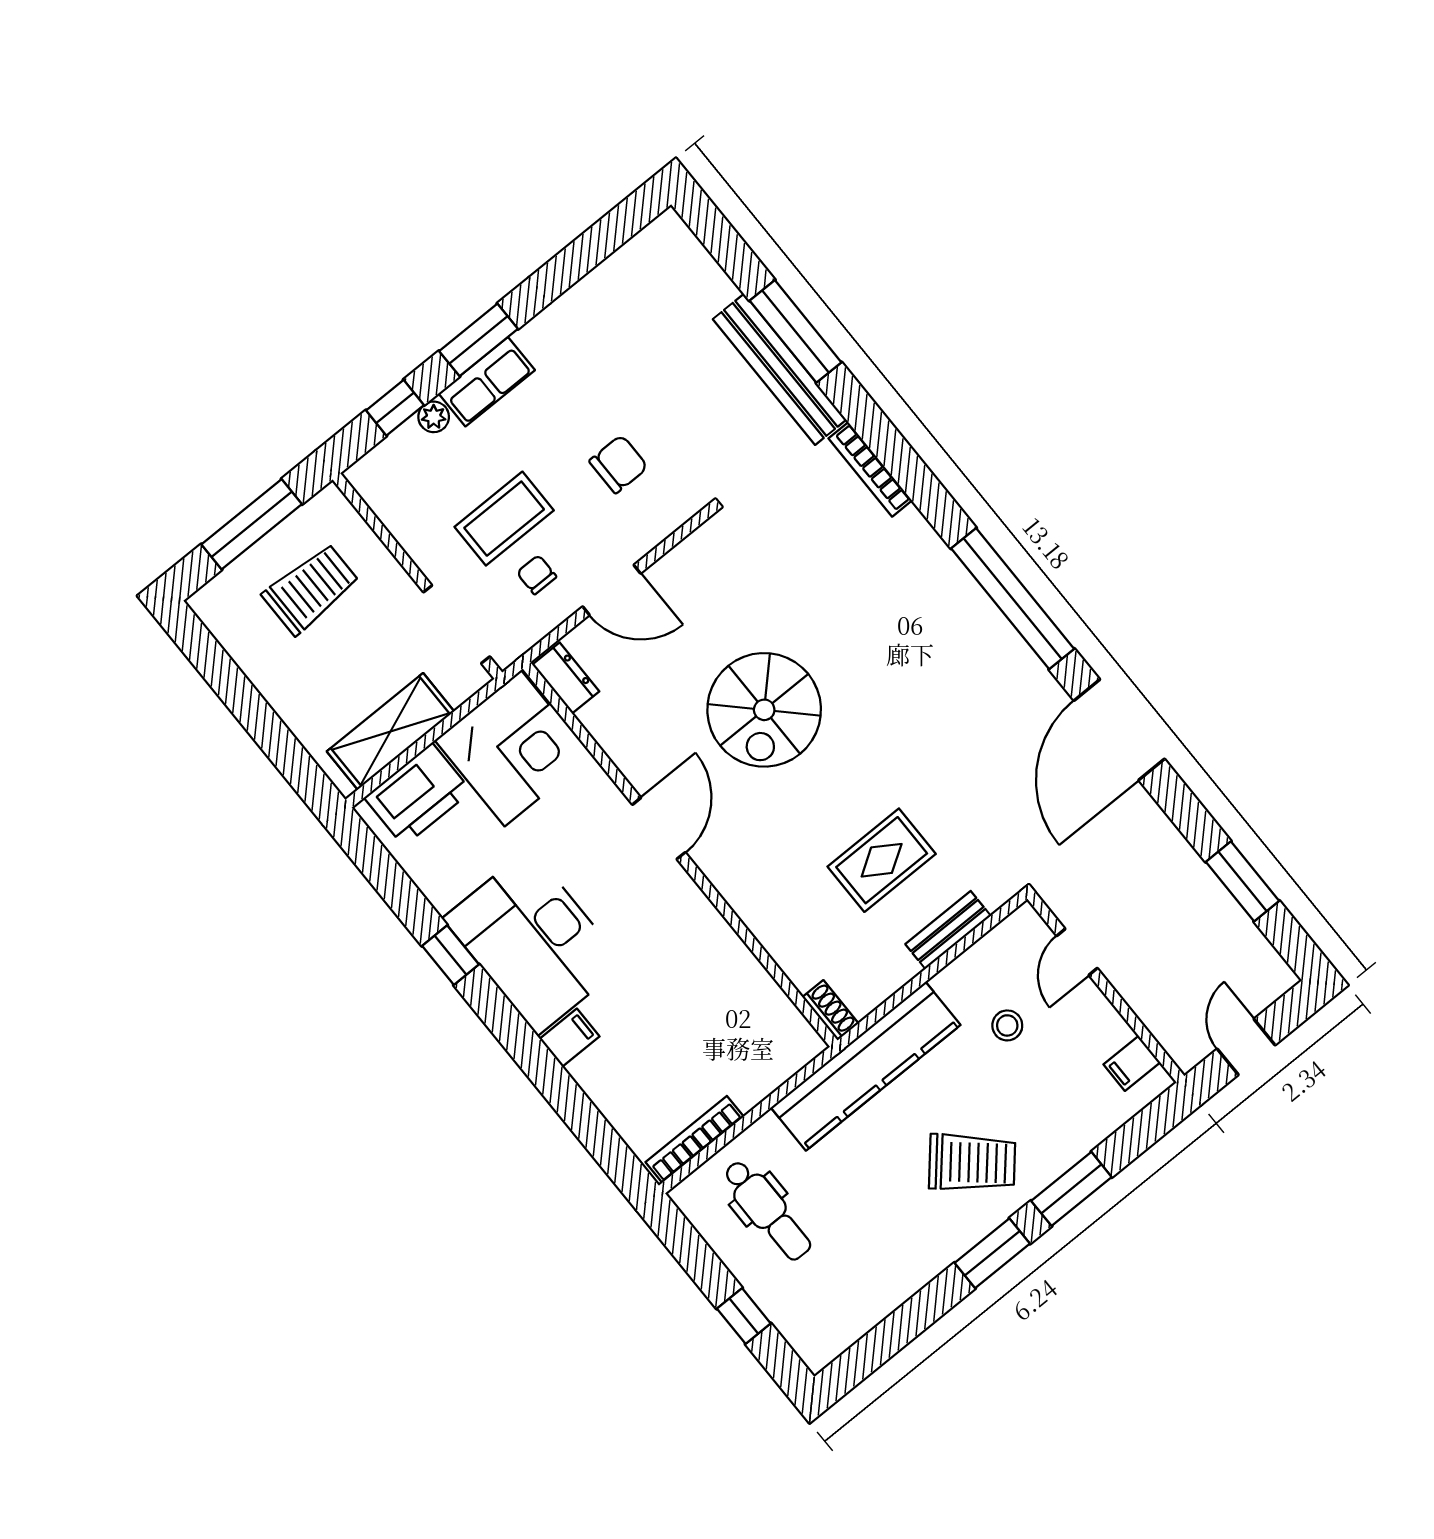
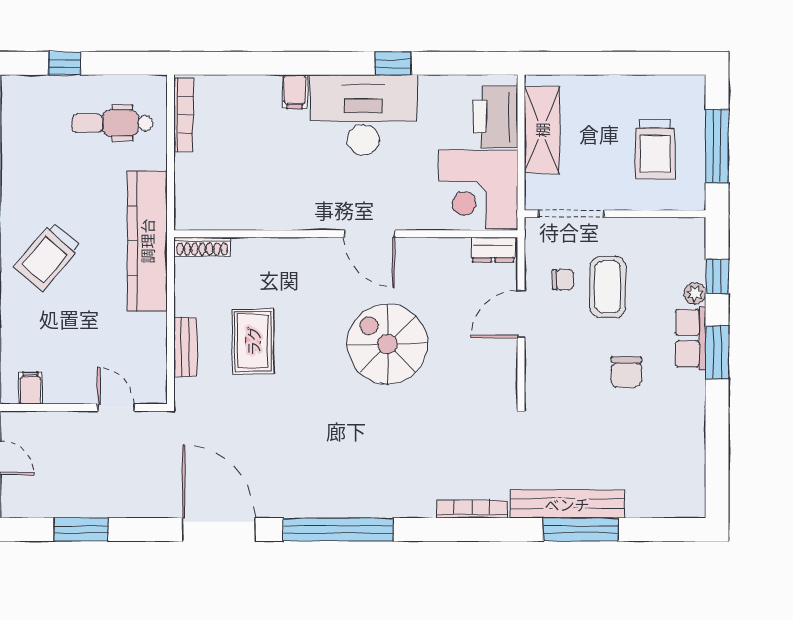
chair: (619, 464) -> (626, 372), moved
shoe rack: (830, 1010) -> (202, 247), width x1.43
stool: (1007, 1025) -> (107, 337), removed

